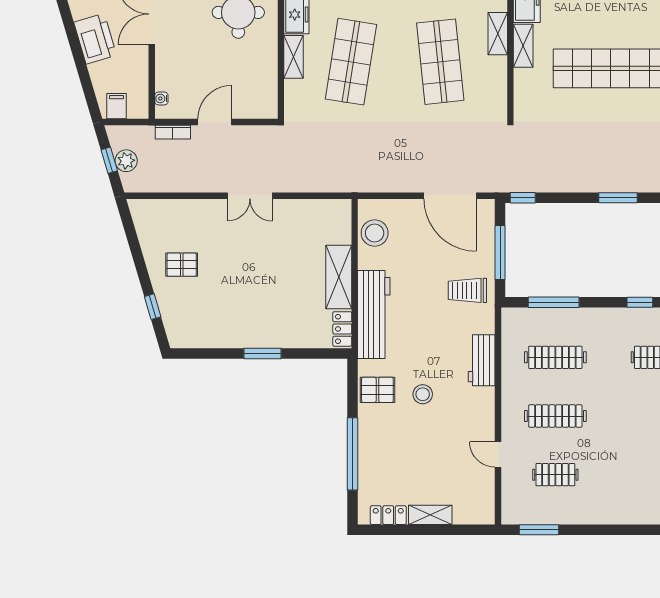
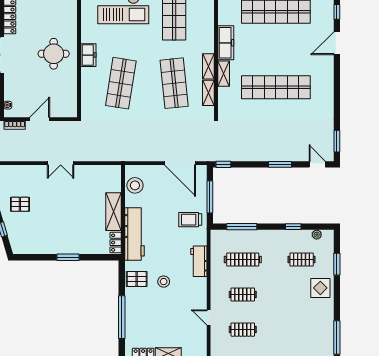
shelving: (294, 57) -> (208, 93), moved
clothes rail: (555, 416) -> (243, 295), width x0.73

